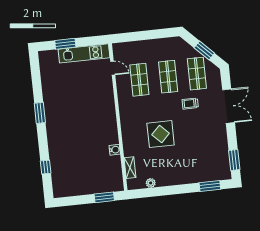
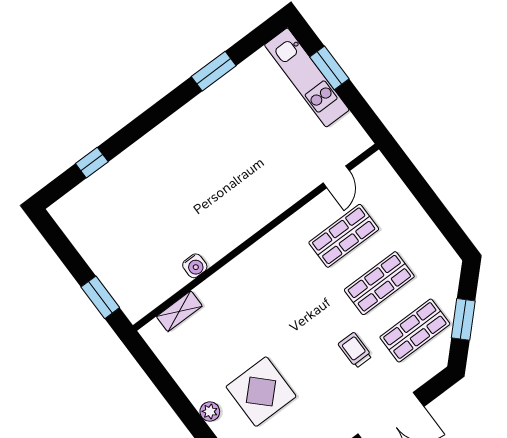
kitchen unit: (84, 53) -> (307, 77), moved
window: (40, 113) -> (214, 71), moved
display table: (161, 134) -> (261, 392), moved
plant: (151, 183) -> (210, 411), moved

